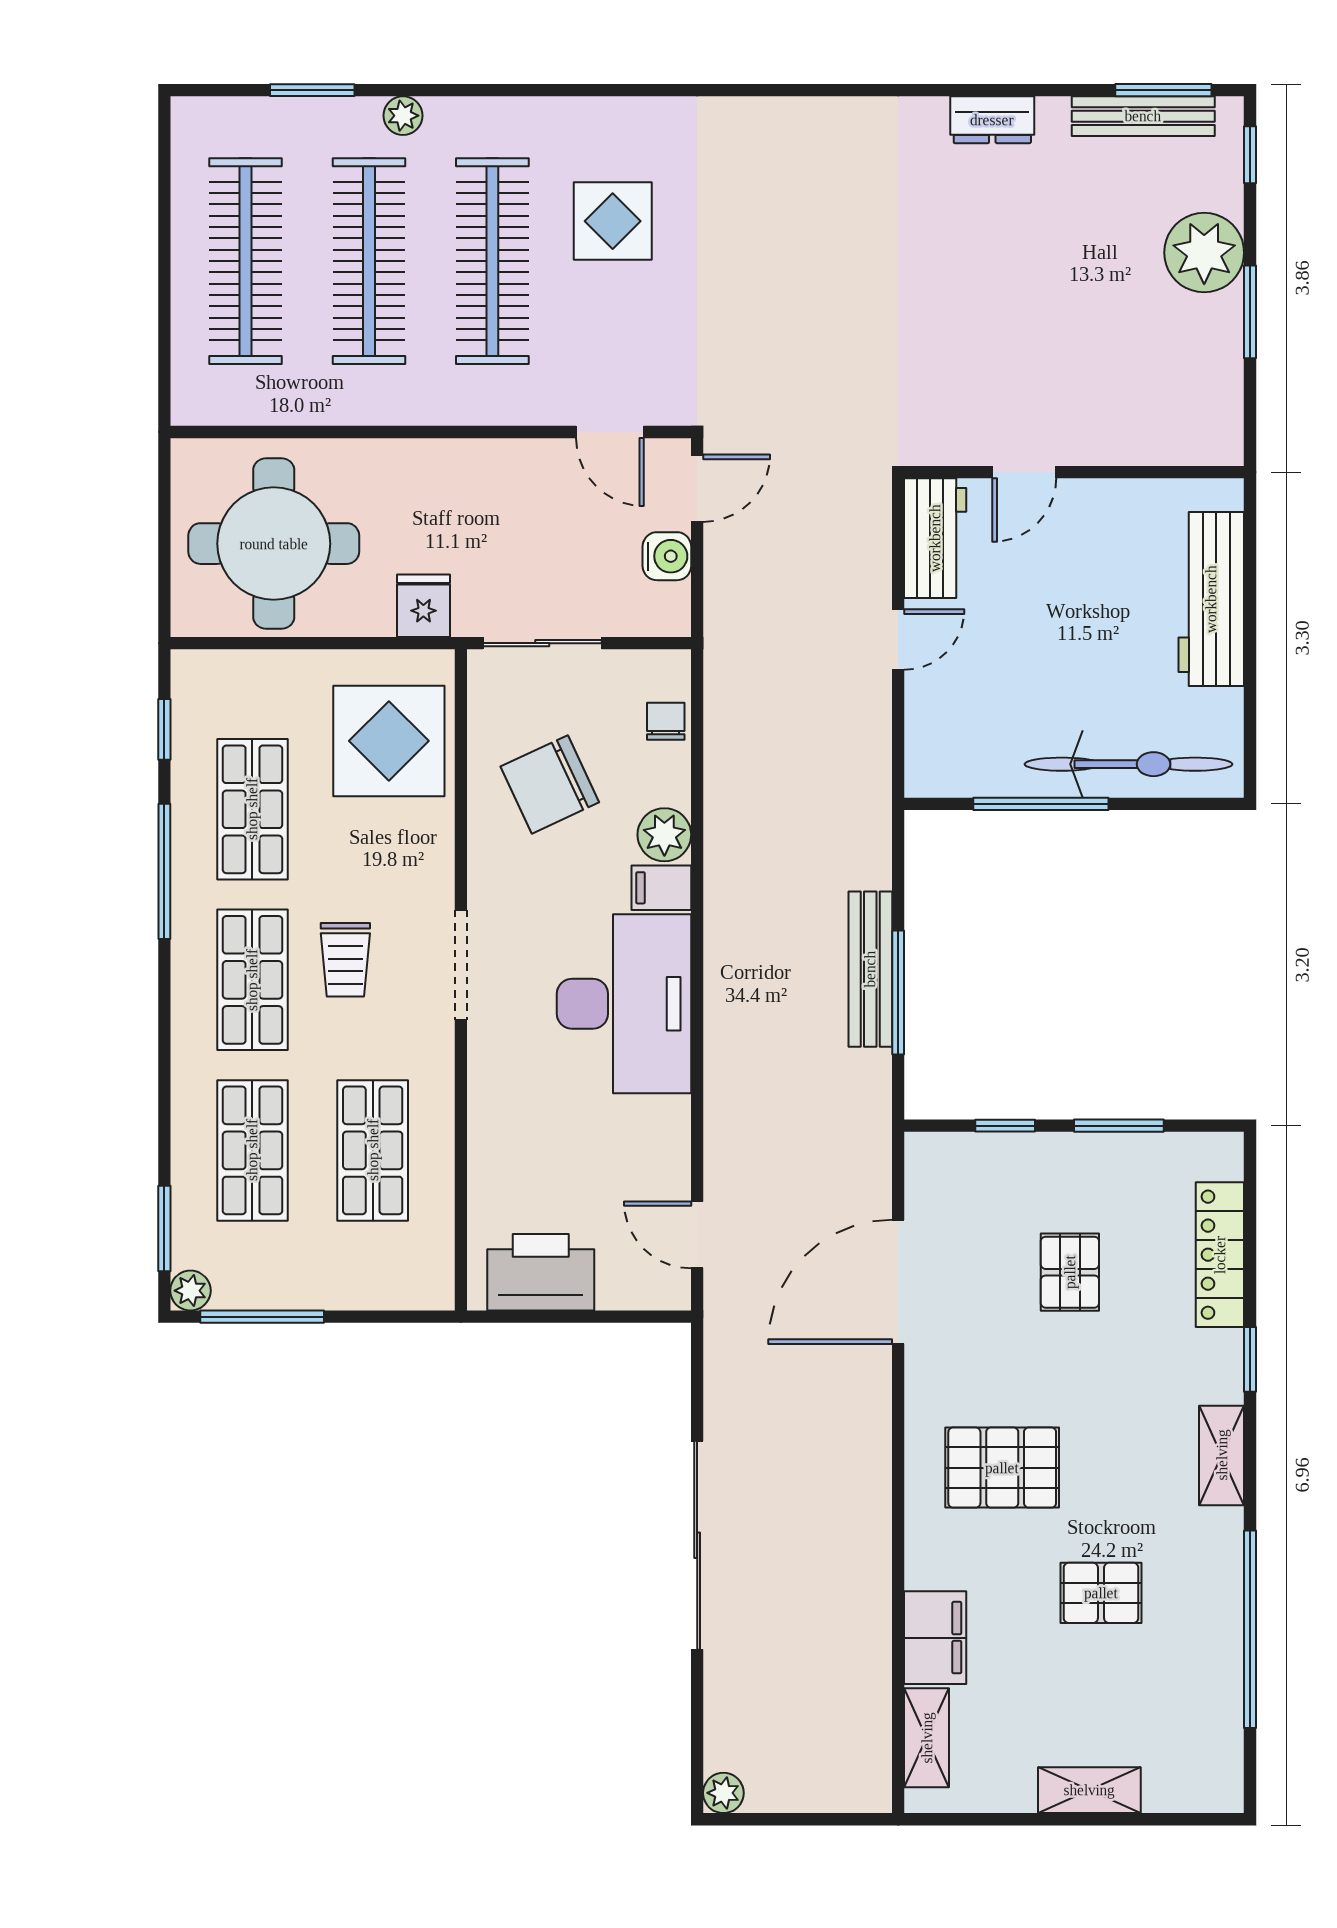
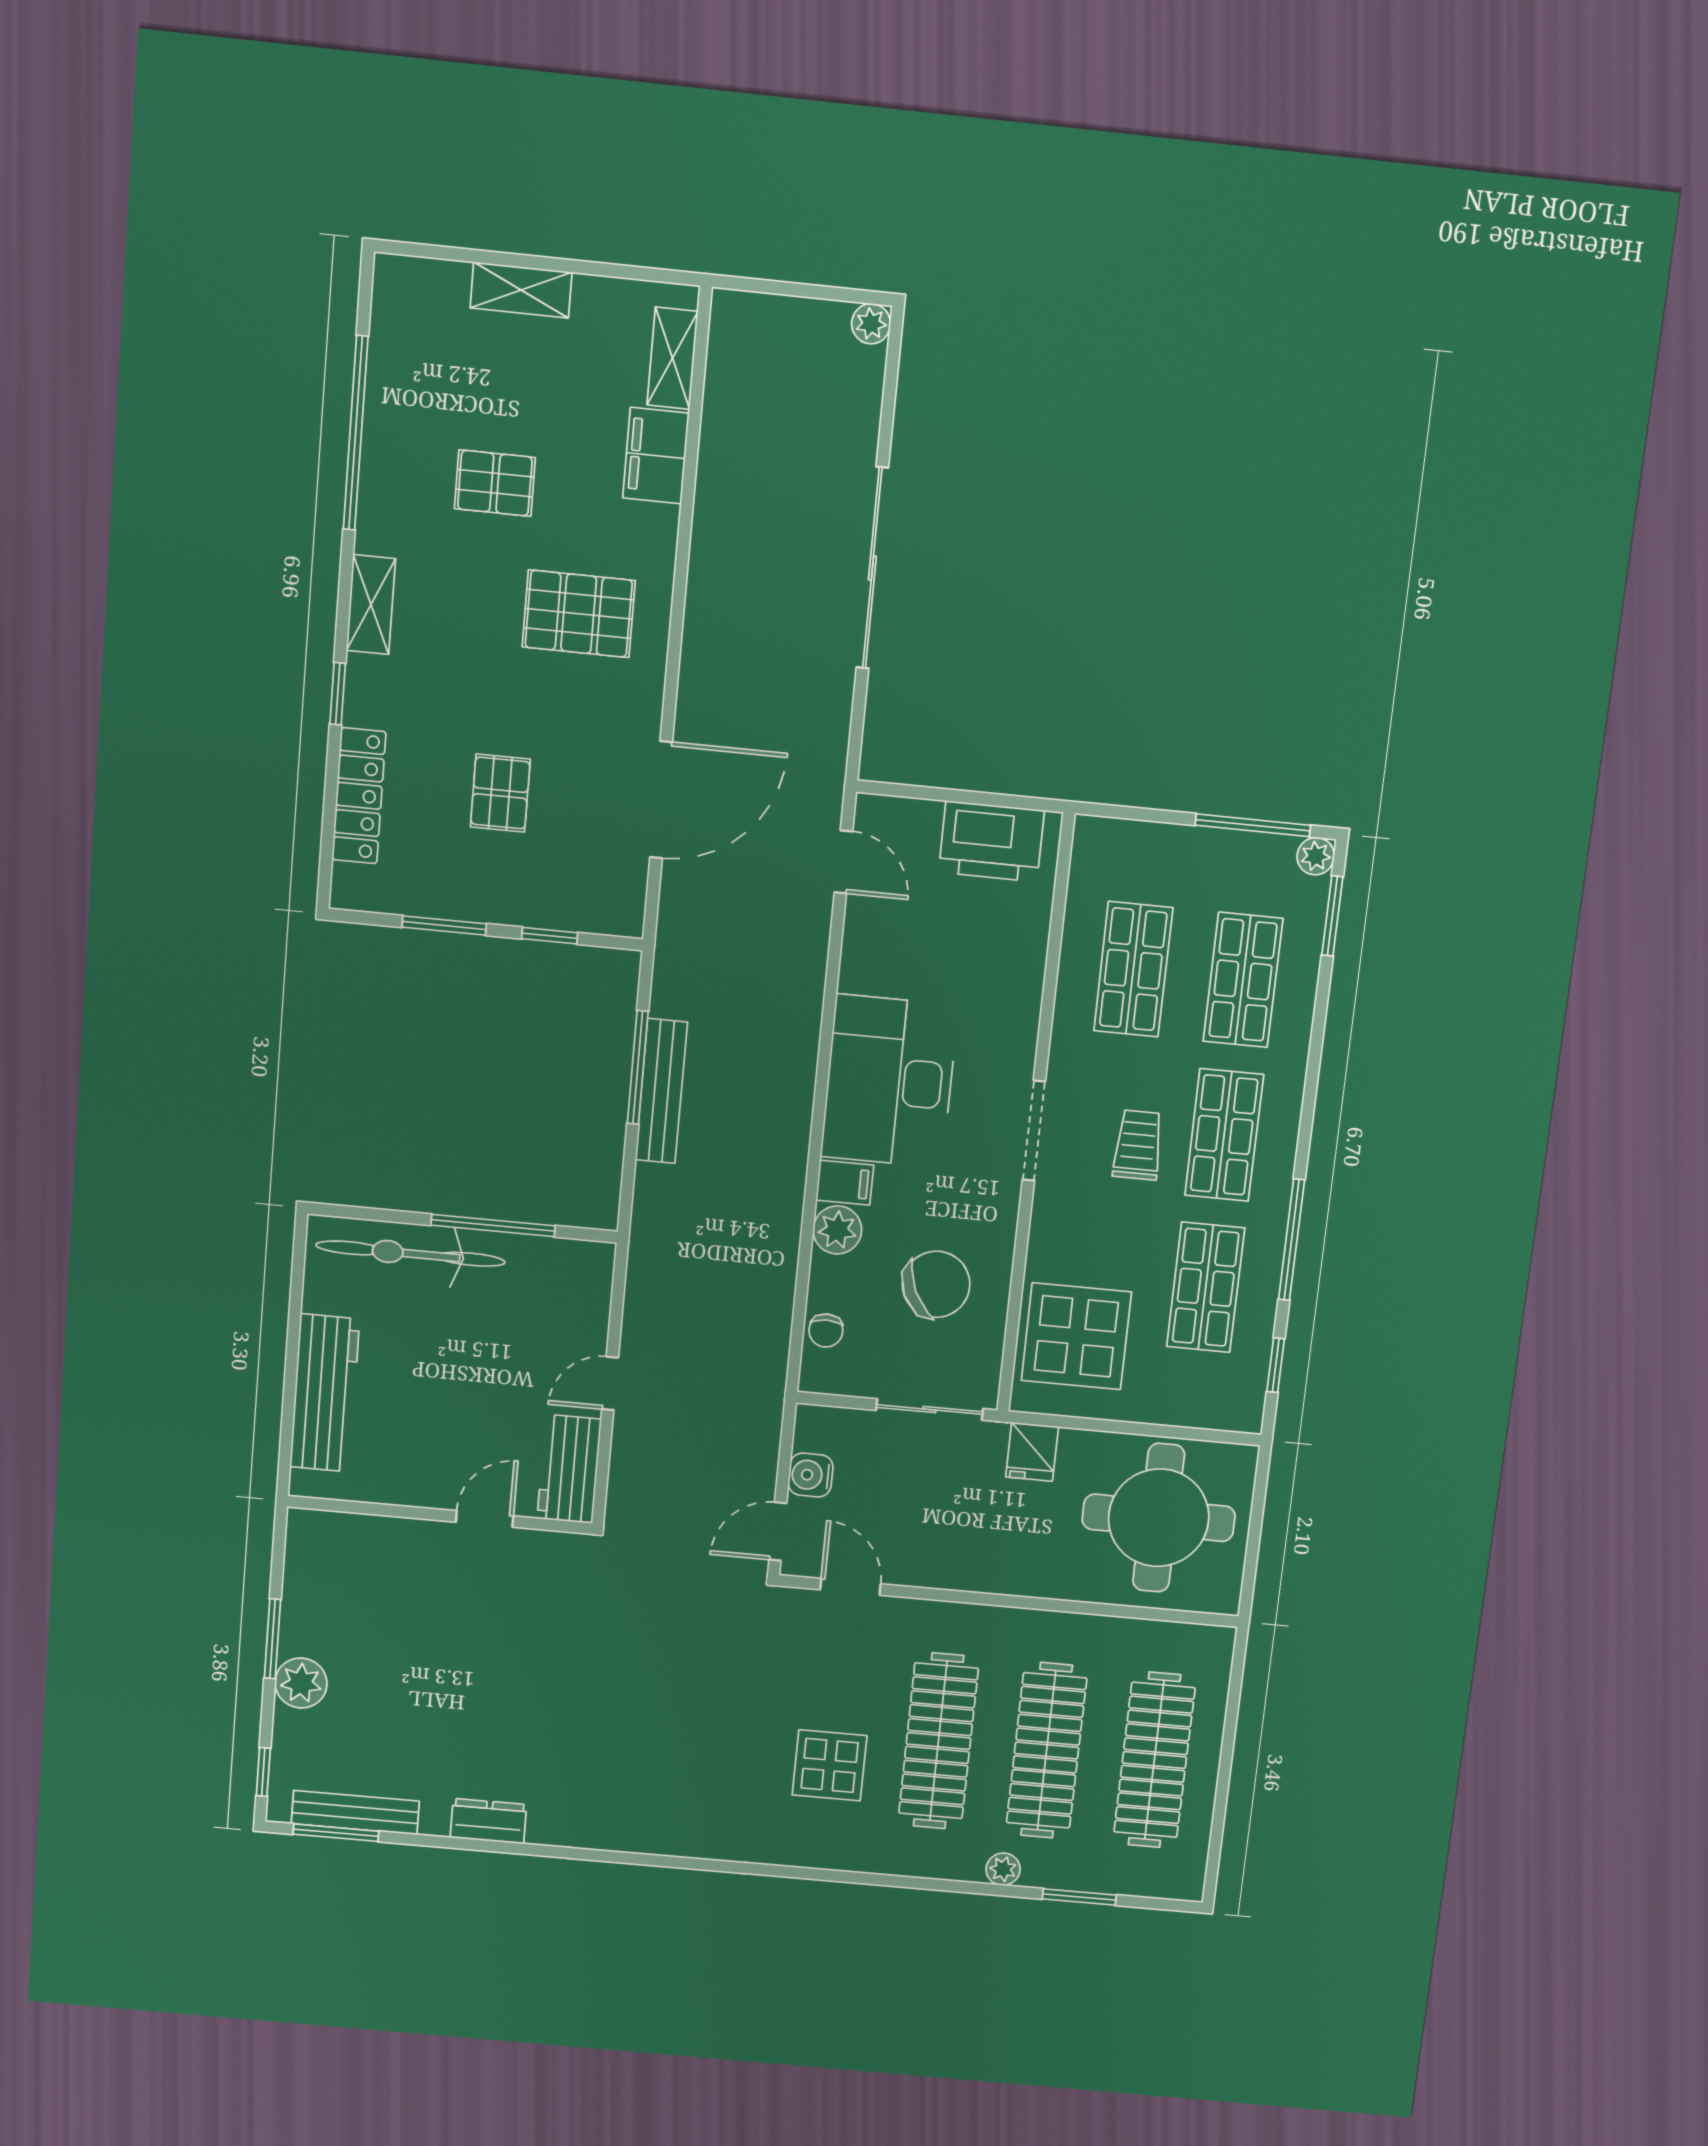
plant: (1204, 253) -> (301, 1683), width x0.73, depth x0.73

